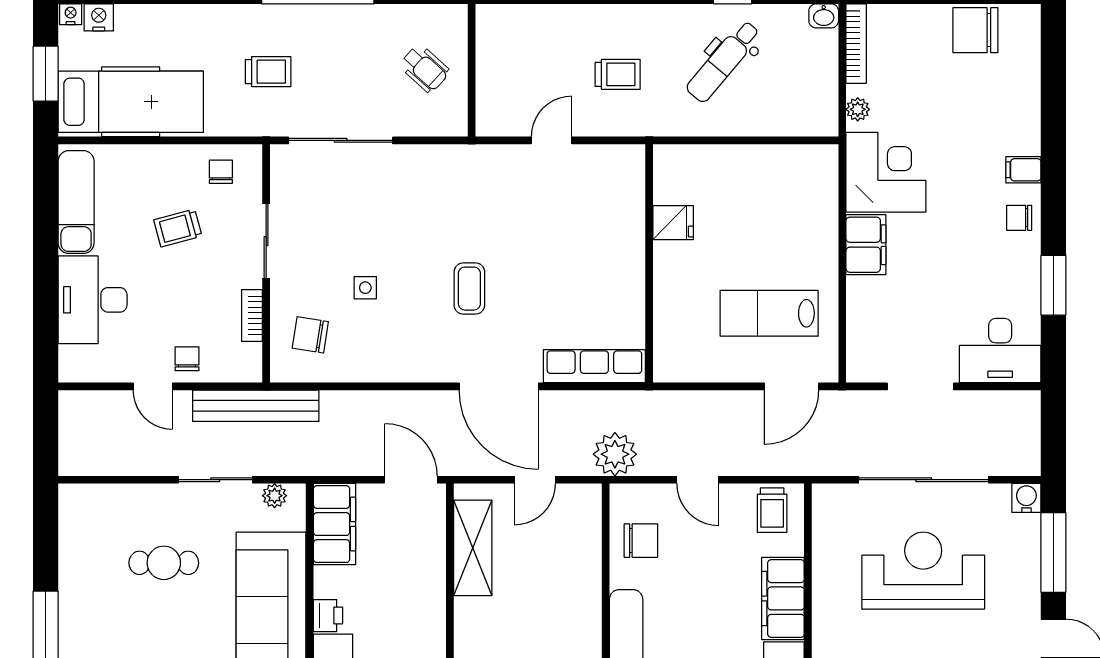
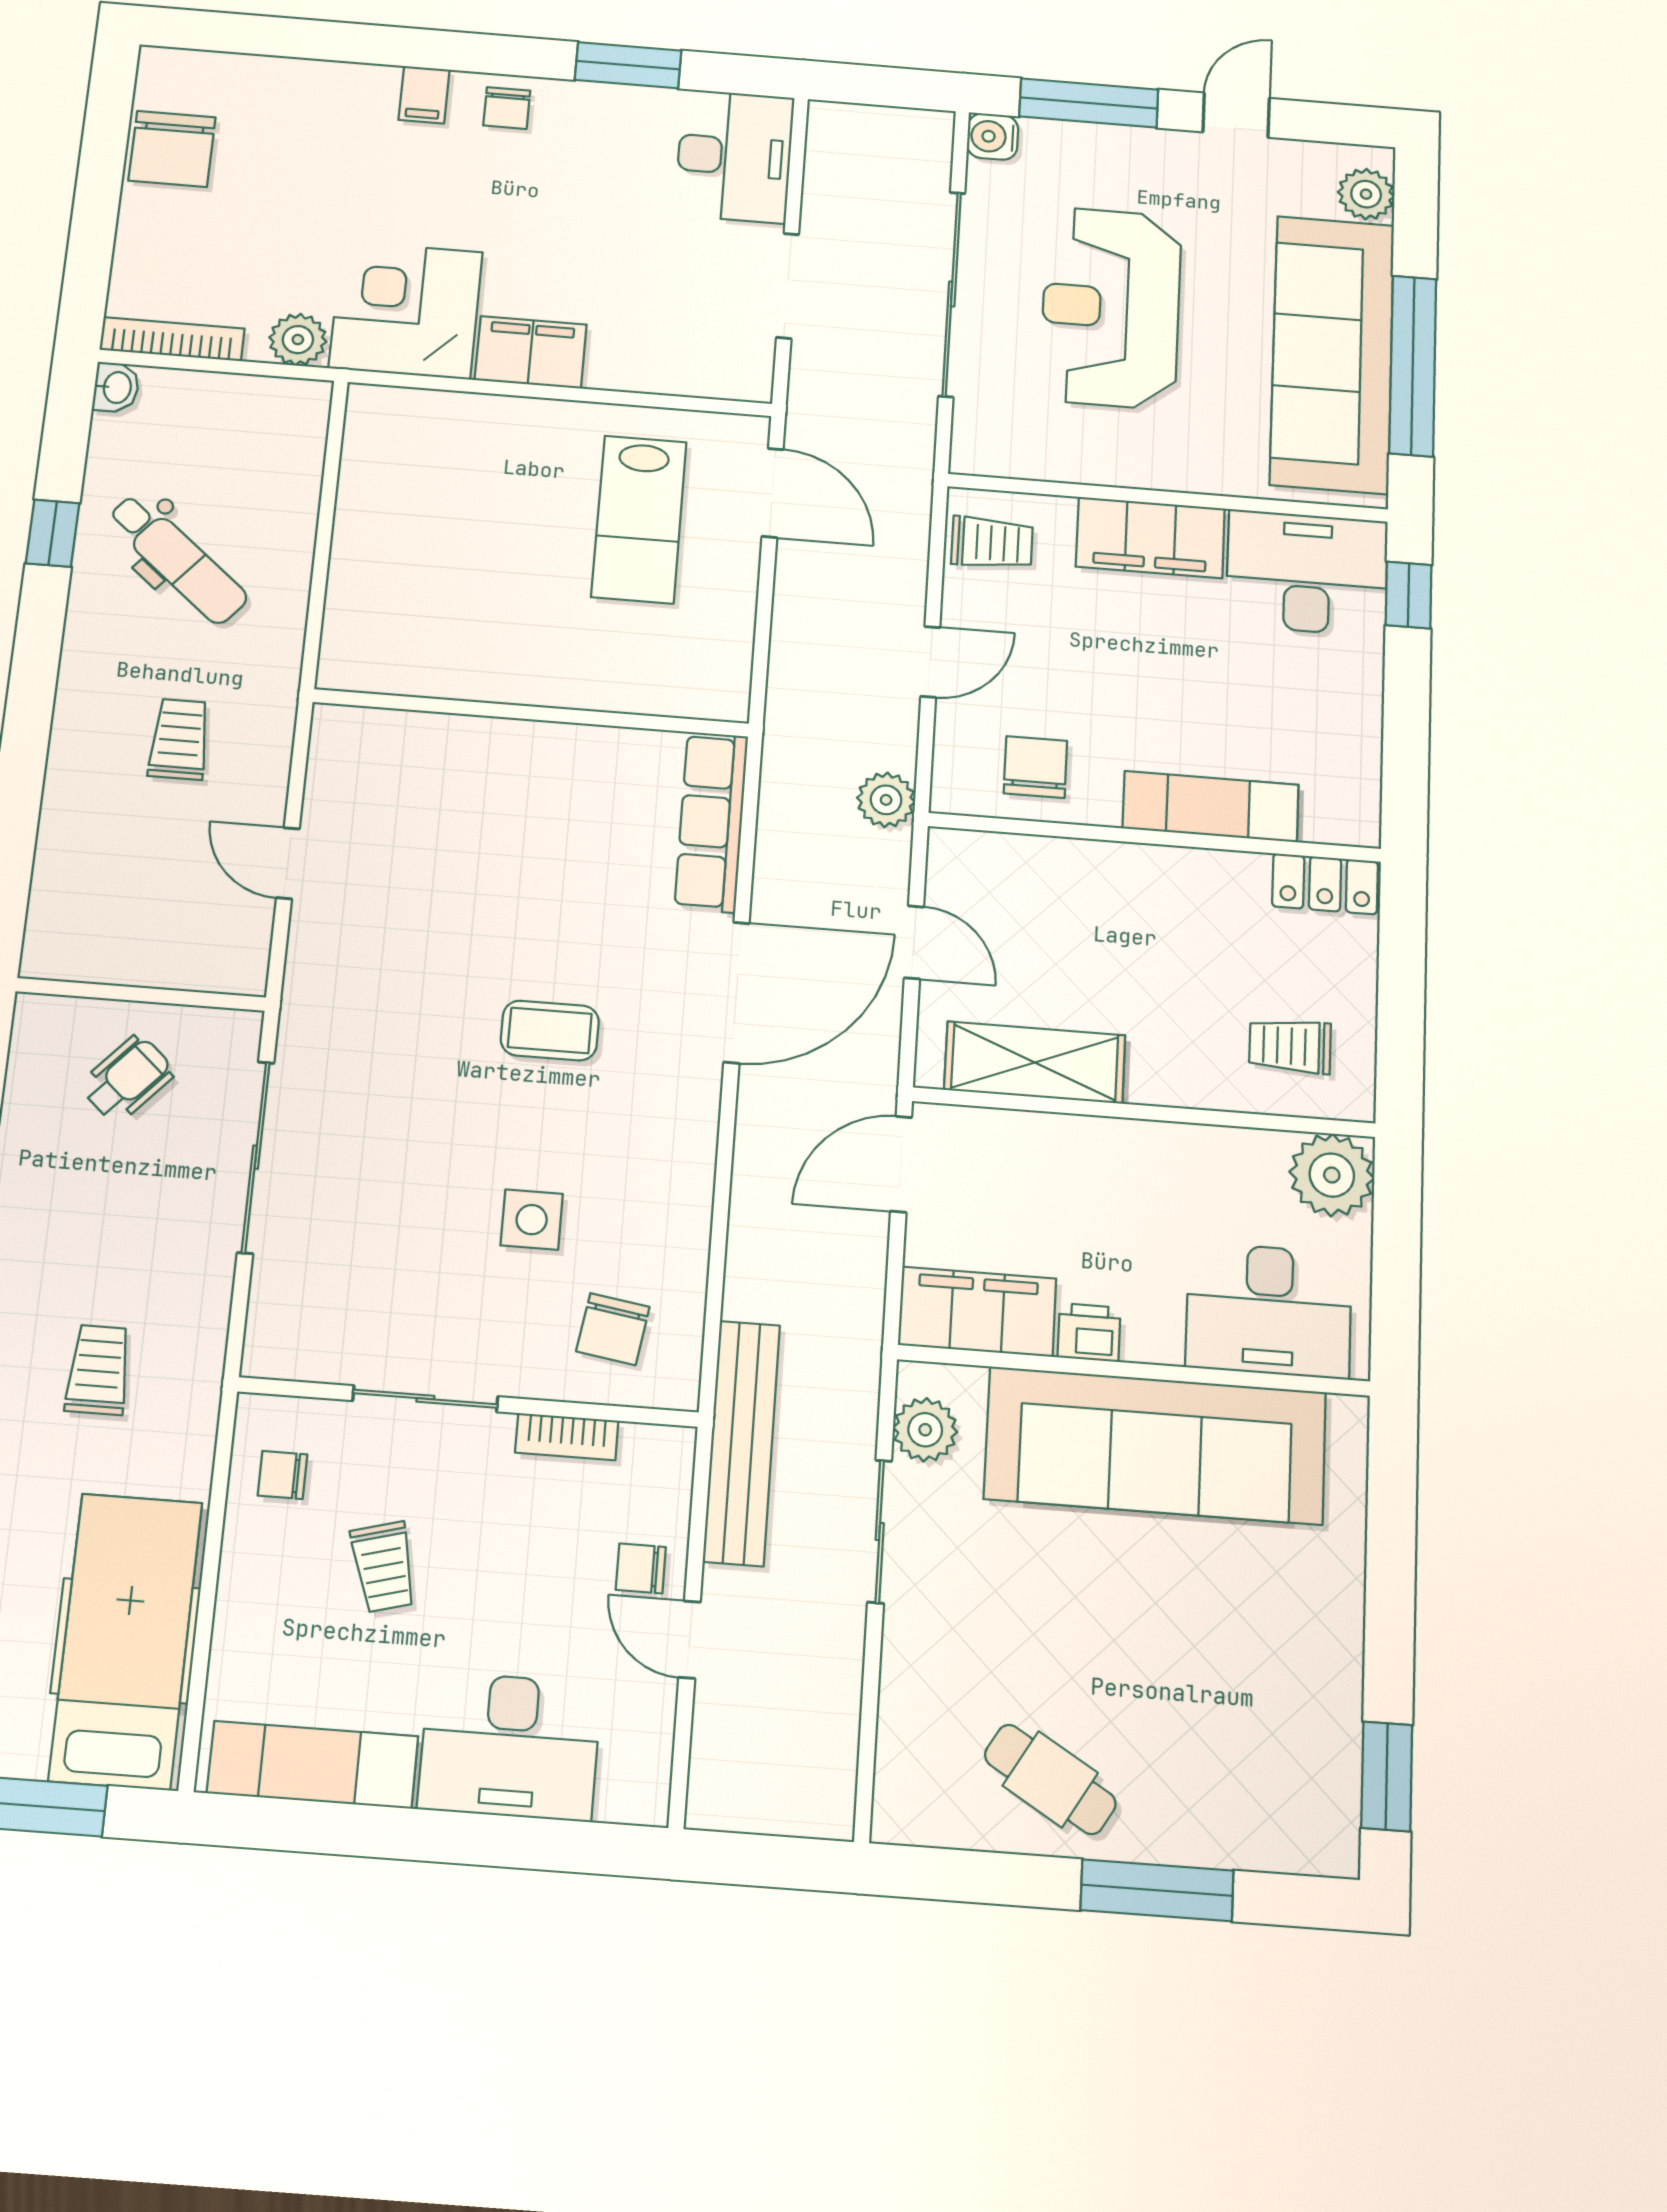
plant: (858, 109) -> (298, 340), width x1.38, depth x1.38
sliding door: (341, 140) -> (256, 1157), moved
fridge: (673, 223) -> (461, 666), removed
side table: (365, 288) -> (532, 1220), width x1.37, depth x1.37
door: (153, 386) -> (690, 1640), swing flipped
plant: (615, 454) -> (886, 800), width x0.73, depth x0.73
plant: (275, 496) -> (925, 1430), width x1.38, depth x1.38
cafe table: (164, 563) -> (1050, 1779), moved, turned -59
printer: (328, 616) -> (1089, 1333), moved

